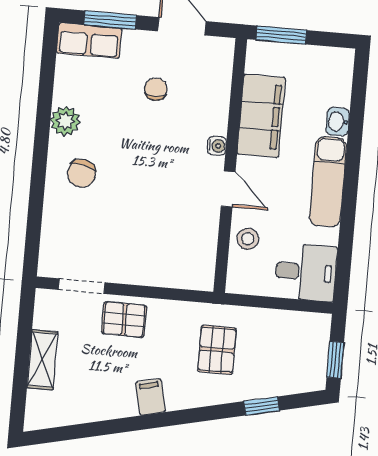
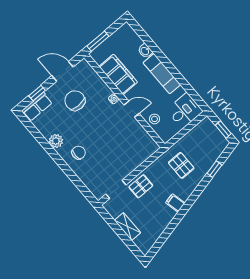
window: (110, 20) -> (37, 93), width x0.67
chair: (156, 89) -> (75, 101), width x1.87, depth x1.87
chair: (82, 173) -> (79, 153), turned -102

